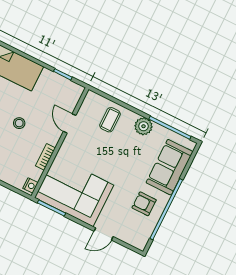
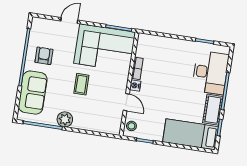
coffee table: (110, 120) -> (81, 84), moved
stool: (19, 123) -> (131, 126), moved
nightstand: (30, 185) -> (135, 85), moved
armchair: (144, 204) -> (44, 56), turned -90

